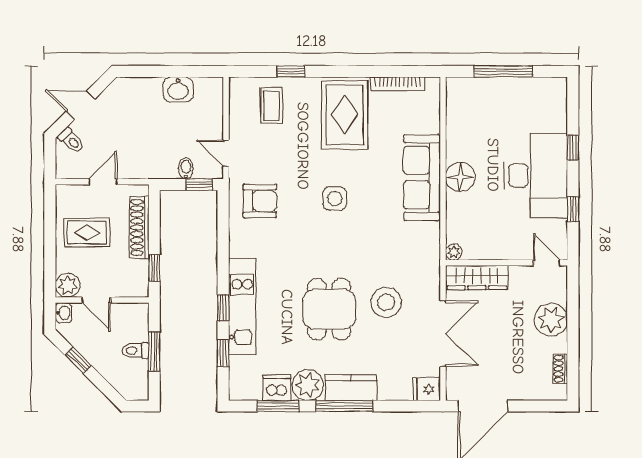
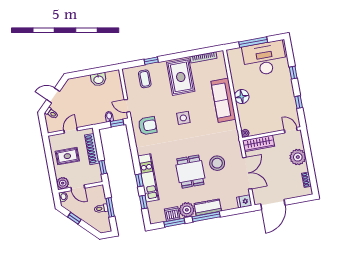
desk: (536, 176) -> (265, 59), moved, turned -90

